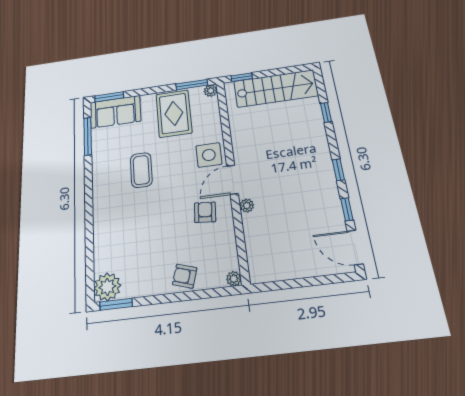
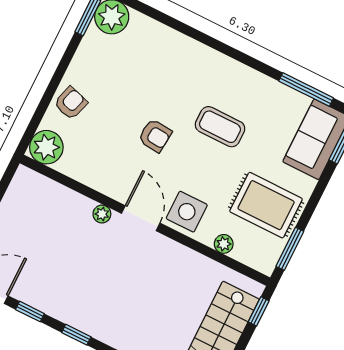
plant: (211, 91) -> (224, 244), moved
armchair: (205, 212) -> (155, 136), moved
plant: (234, 279) -> (46, 147), width x1.88, depth x1.88

